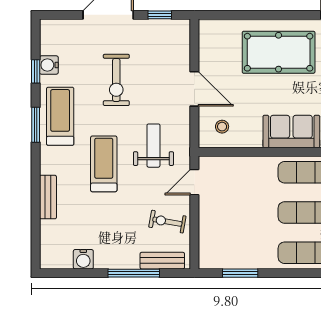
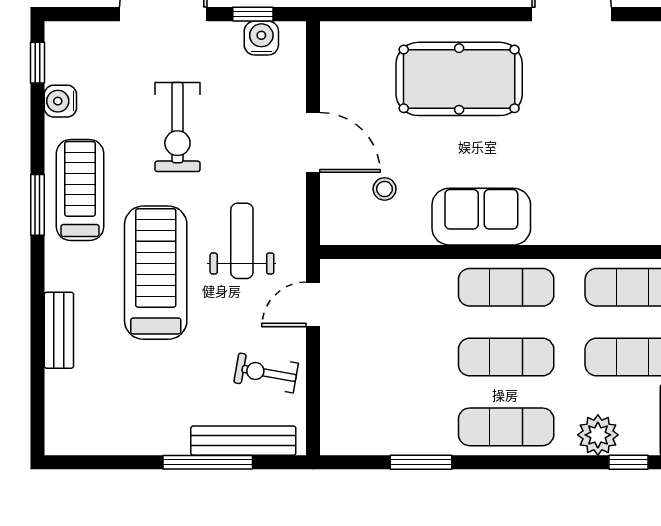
window: (36, 71) -> (37, 63), moved
stool: (222, 127) -> (385, 189), moved
treadmill: (104, 164) -> (156, 273), width x1.37, depth x1.38
water cooler: (83, 259) -> (261, 38), moved, turned 180
bench: (162, 261) -> (243, 441), width x1.36
window: (240, 273) -> (421, 462), moved

